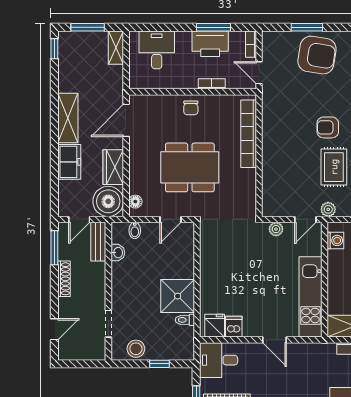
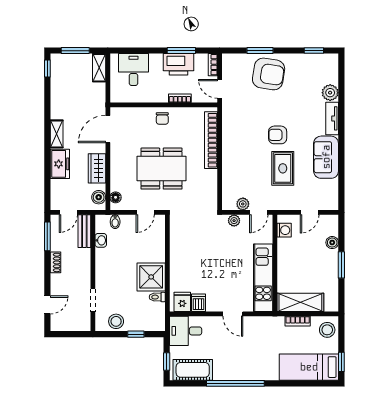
shelving: (68, 118) -> (57, 134), width x0.67, depth x0.75
boiler: (108, 201) -> (99, 197), width x0.54, depth x0.54
plant: (328, 209) -> (243, 204), moved
shoe rack: (64, 279) -> (55, 262), width x0.70

